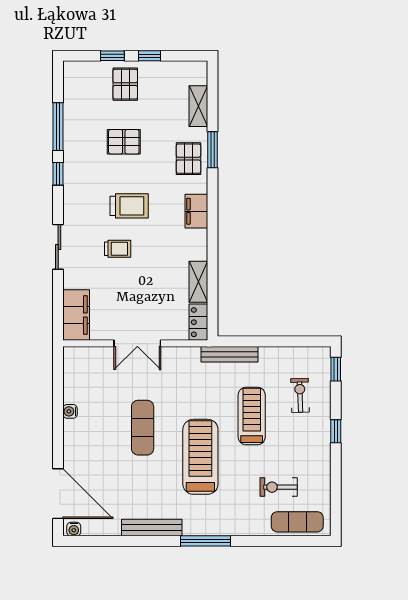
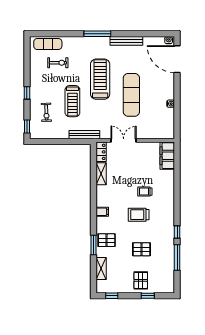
window: (149, 56) -> (112, 296), moved
pallet: (189, 159) -> (107, 240), turned 90
filing cabinet: (196, 211) -> (102, 212), width x0.50
sliding door: (58, 247) -> (177, 192), removed
double door: (137, 343) -> (124, 140), moved
exercise mat: (143, 428) -> (131, 95), width x1.36, depth x1.45
treadmill: (200, 457) -> (100, 79), turned 180

